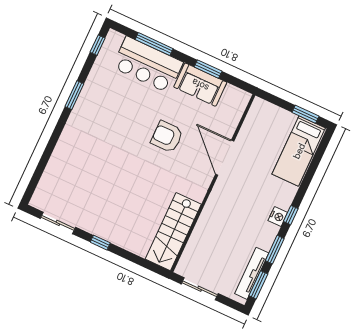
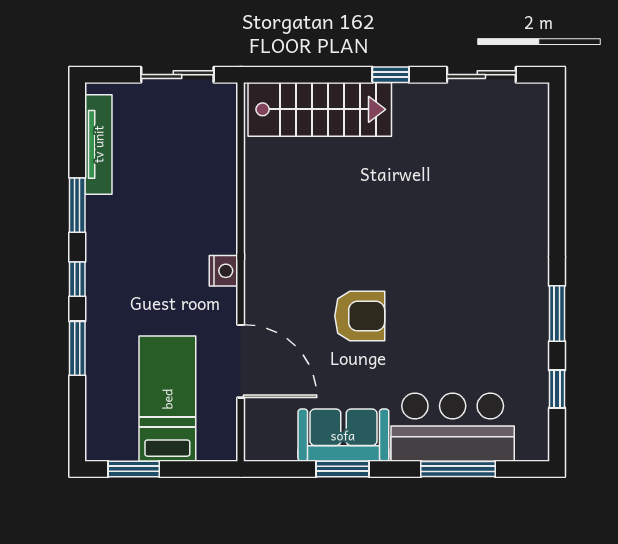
window: (98, 45) -> (557, 389), moved
bed: (299, 151) -> (167, 399), moved
door: (225, 158) -> (241, 361), moved
nightstand: (278, 216) -> (223, 271), moved, turned 180
stairs: (173, 232) -> (320, 109), moved, turned 90
window: (258, 285) -> (77, 348), moved

